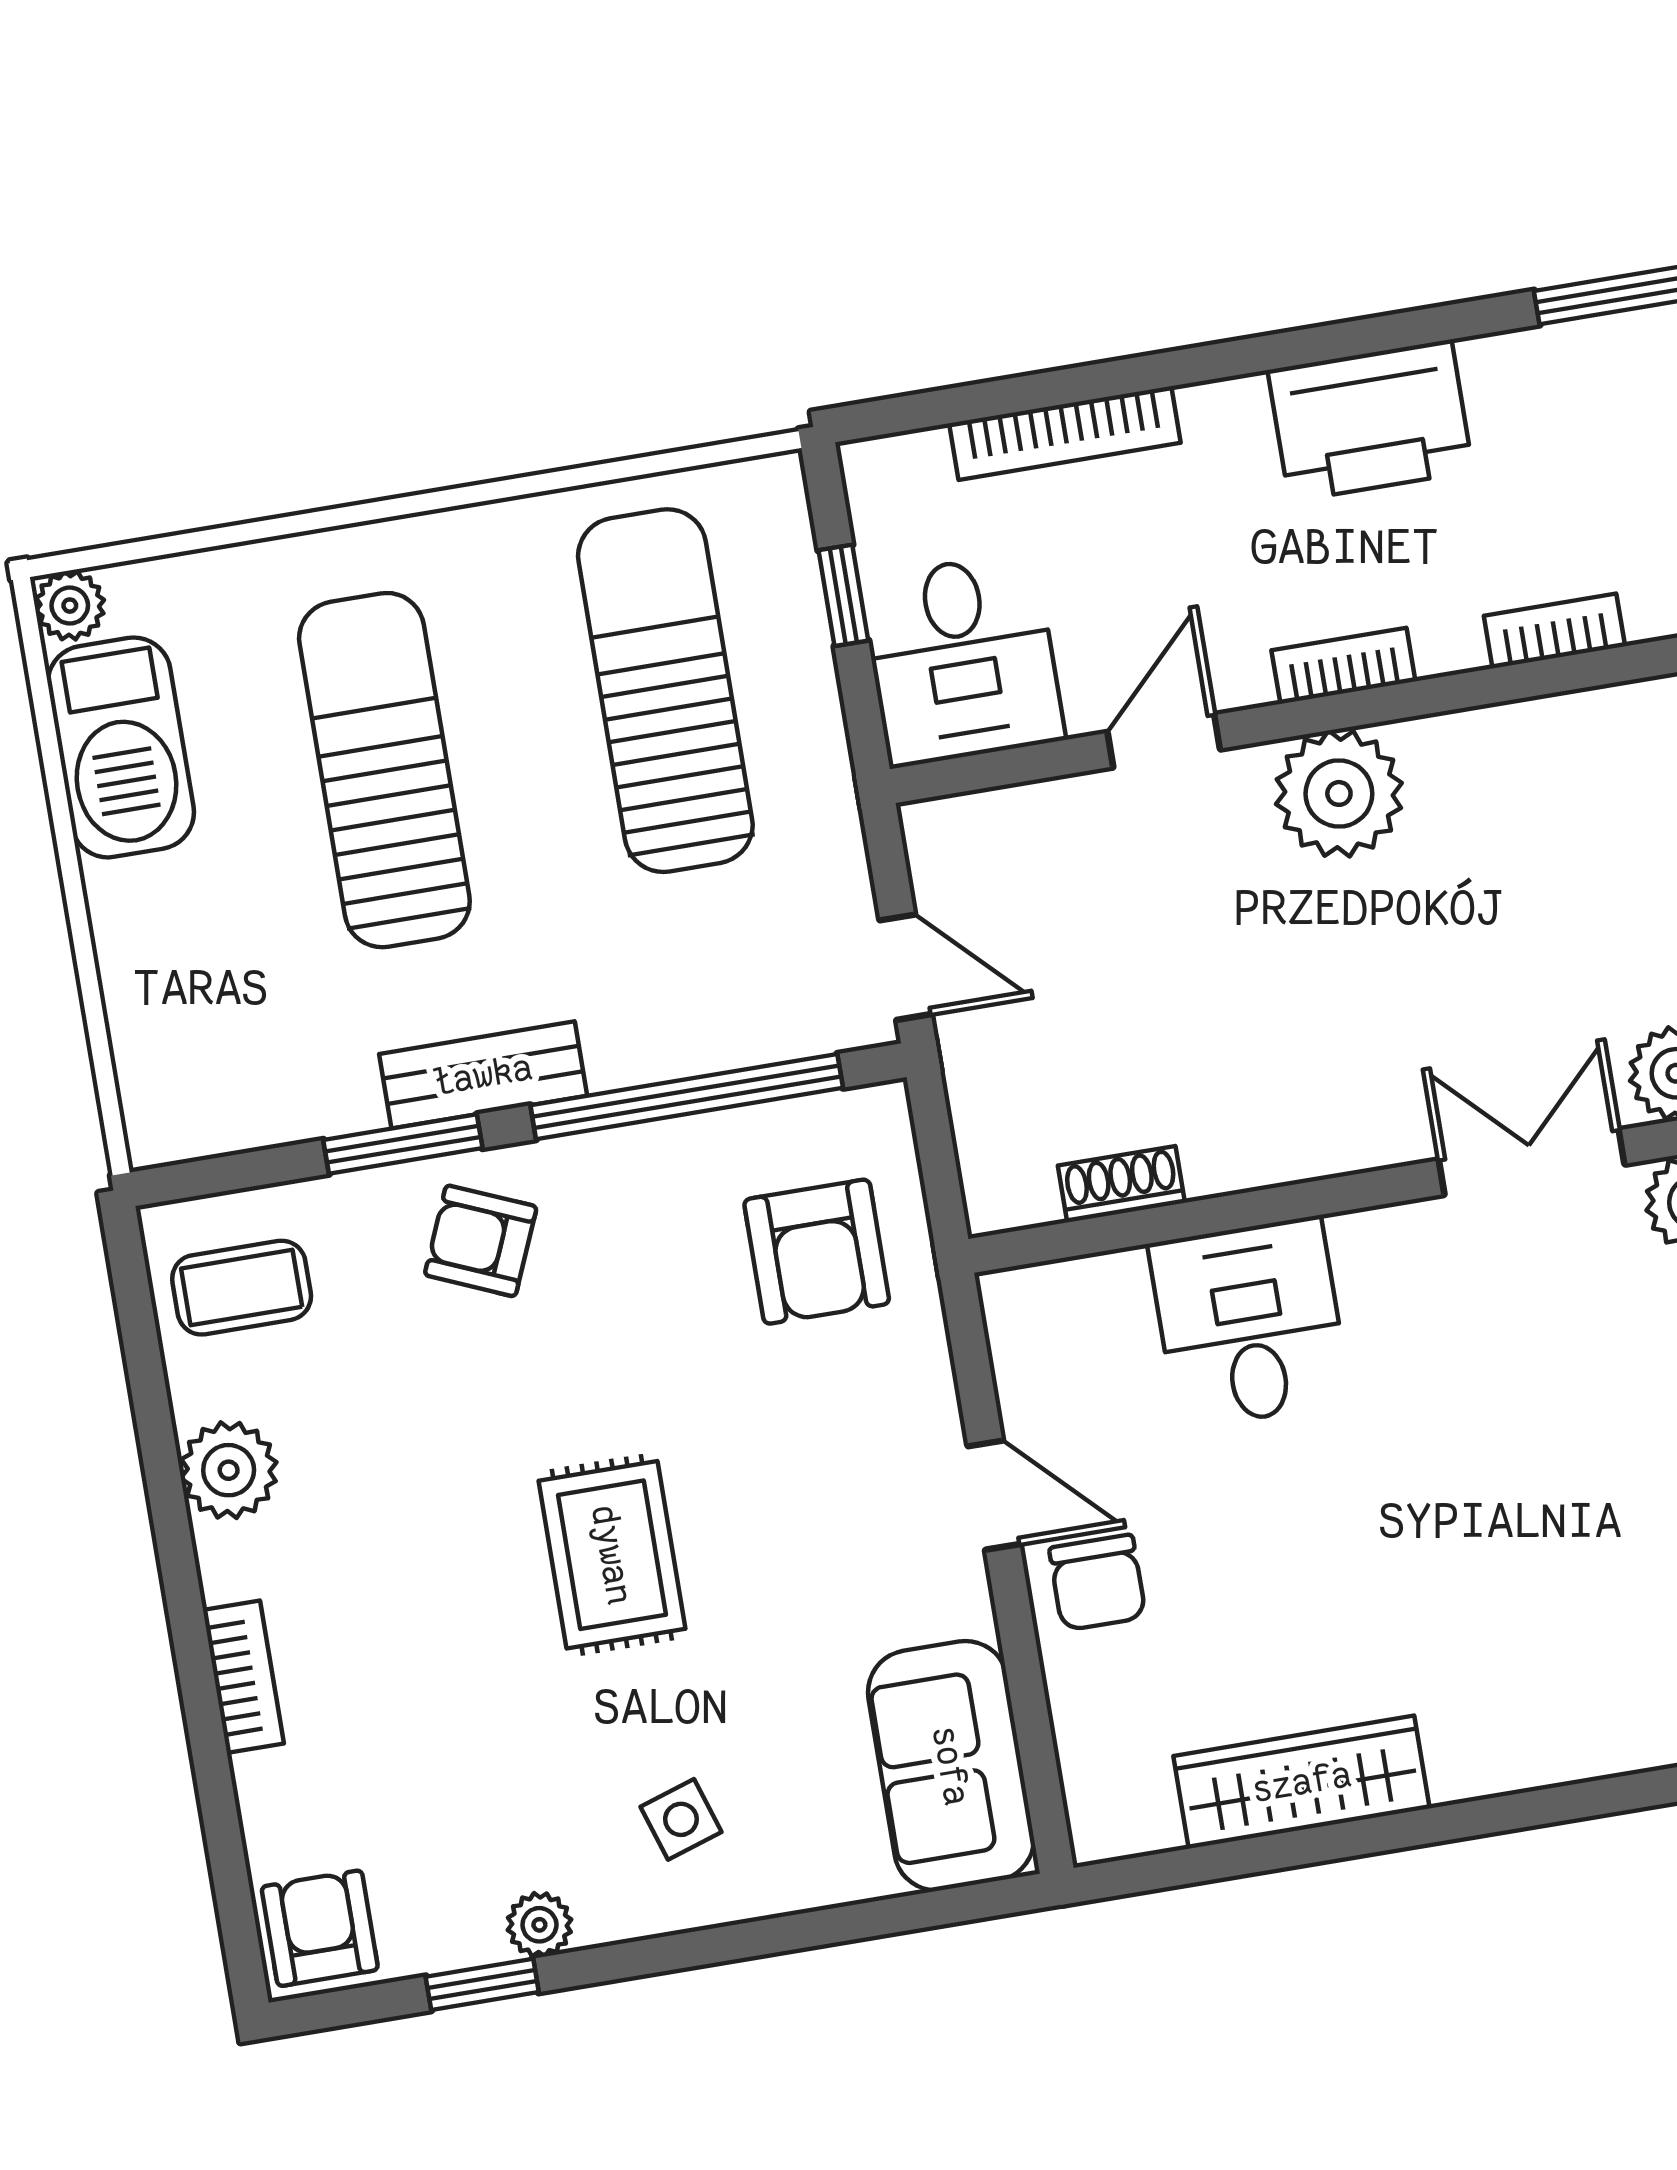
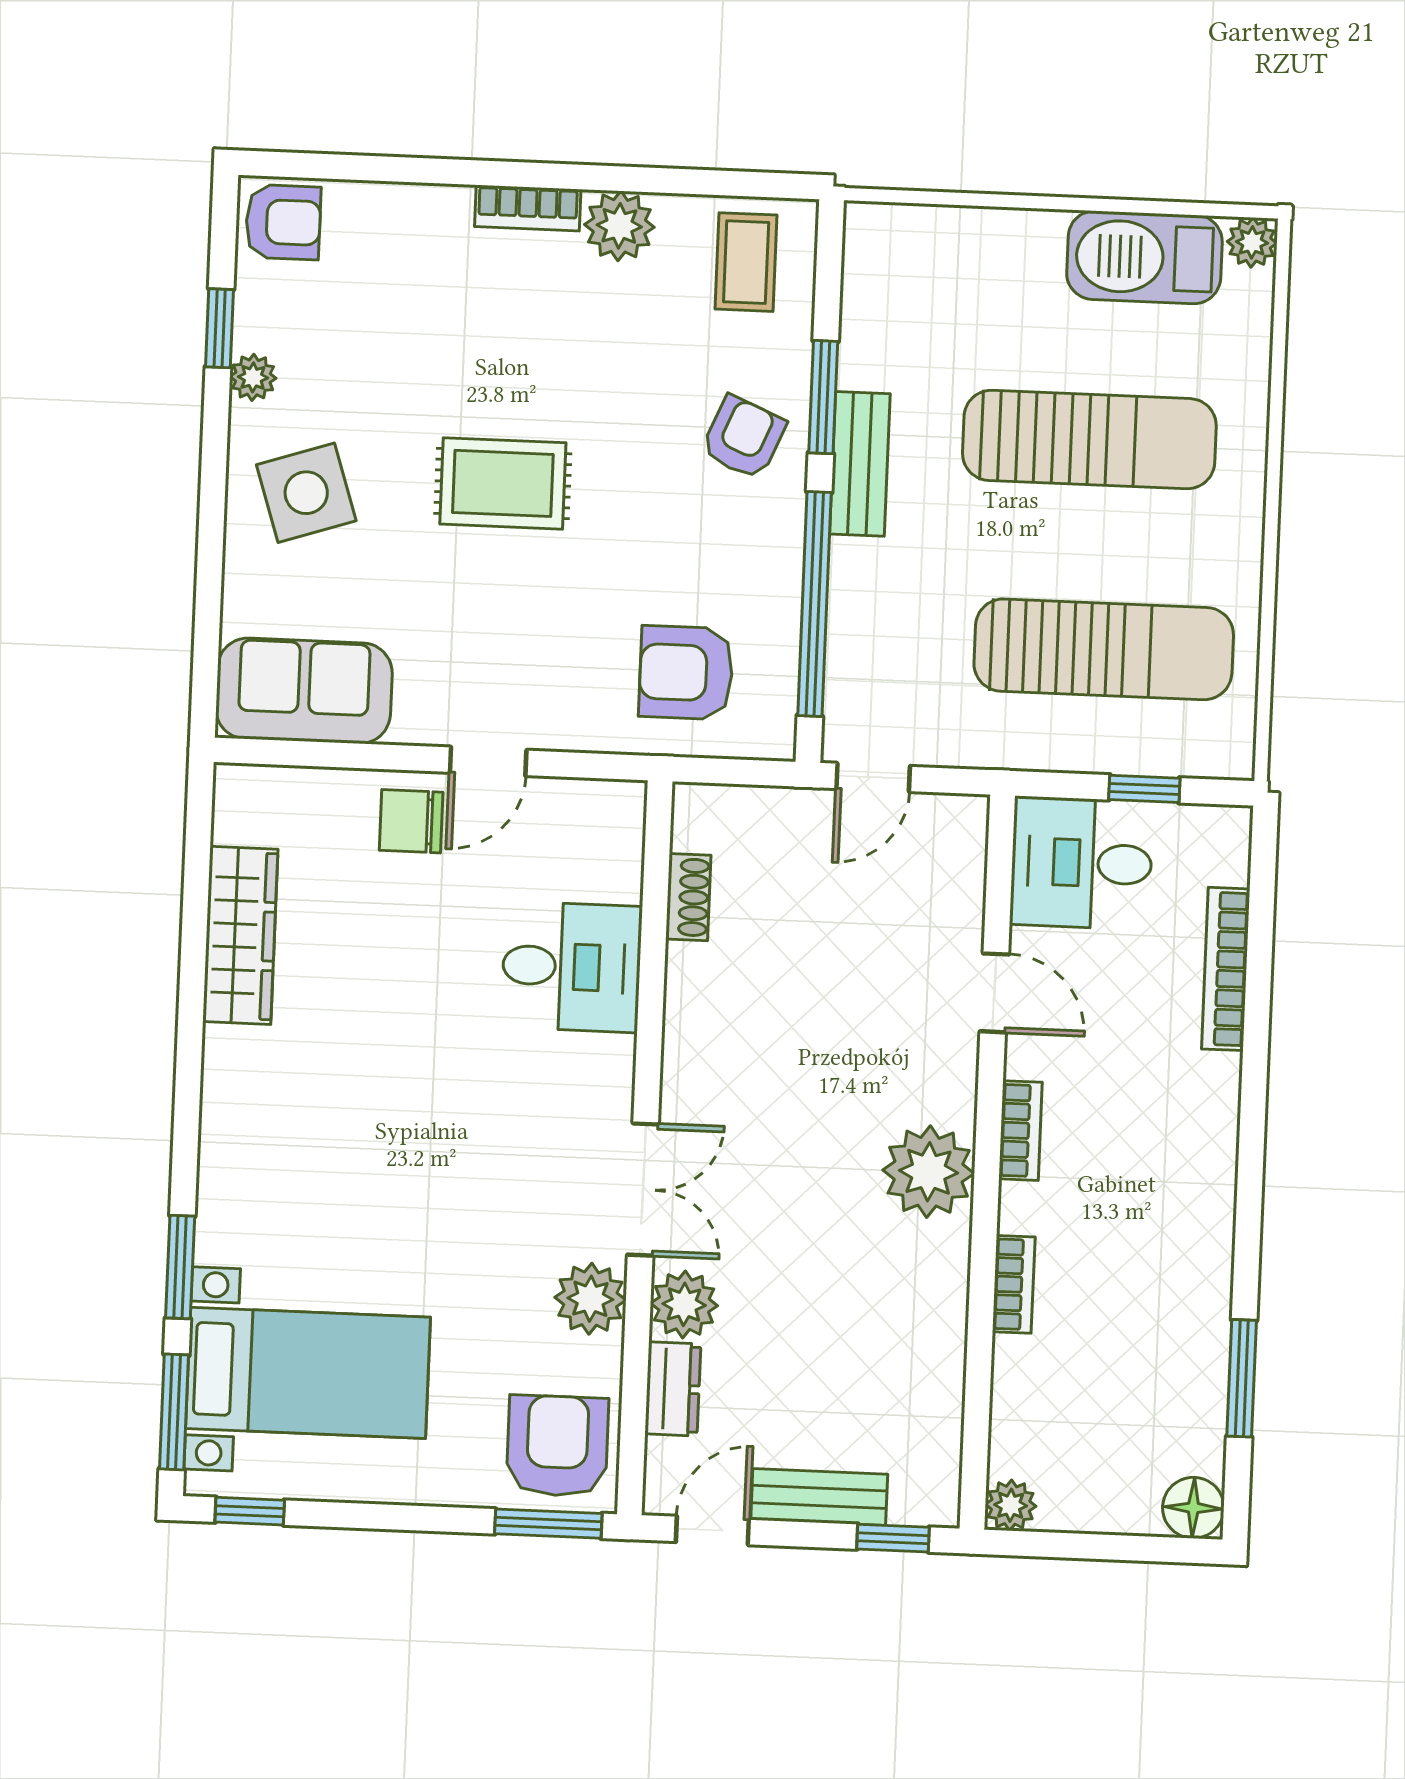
printer: (1370, 421) -> (1189, 1186), removed
plant: (1339, 793) -> (929, 1172), moved
bookcase: (243, 1677) -> (528, 208), moved
side table: (681, 1819) -> (306, 493), width x1.87, depth x1.87

